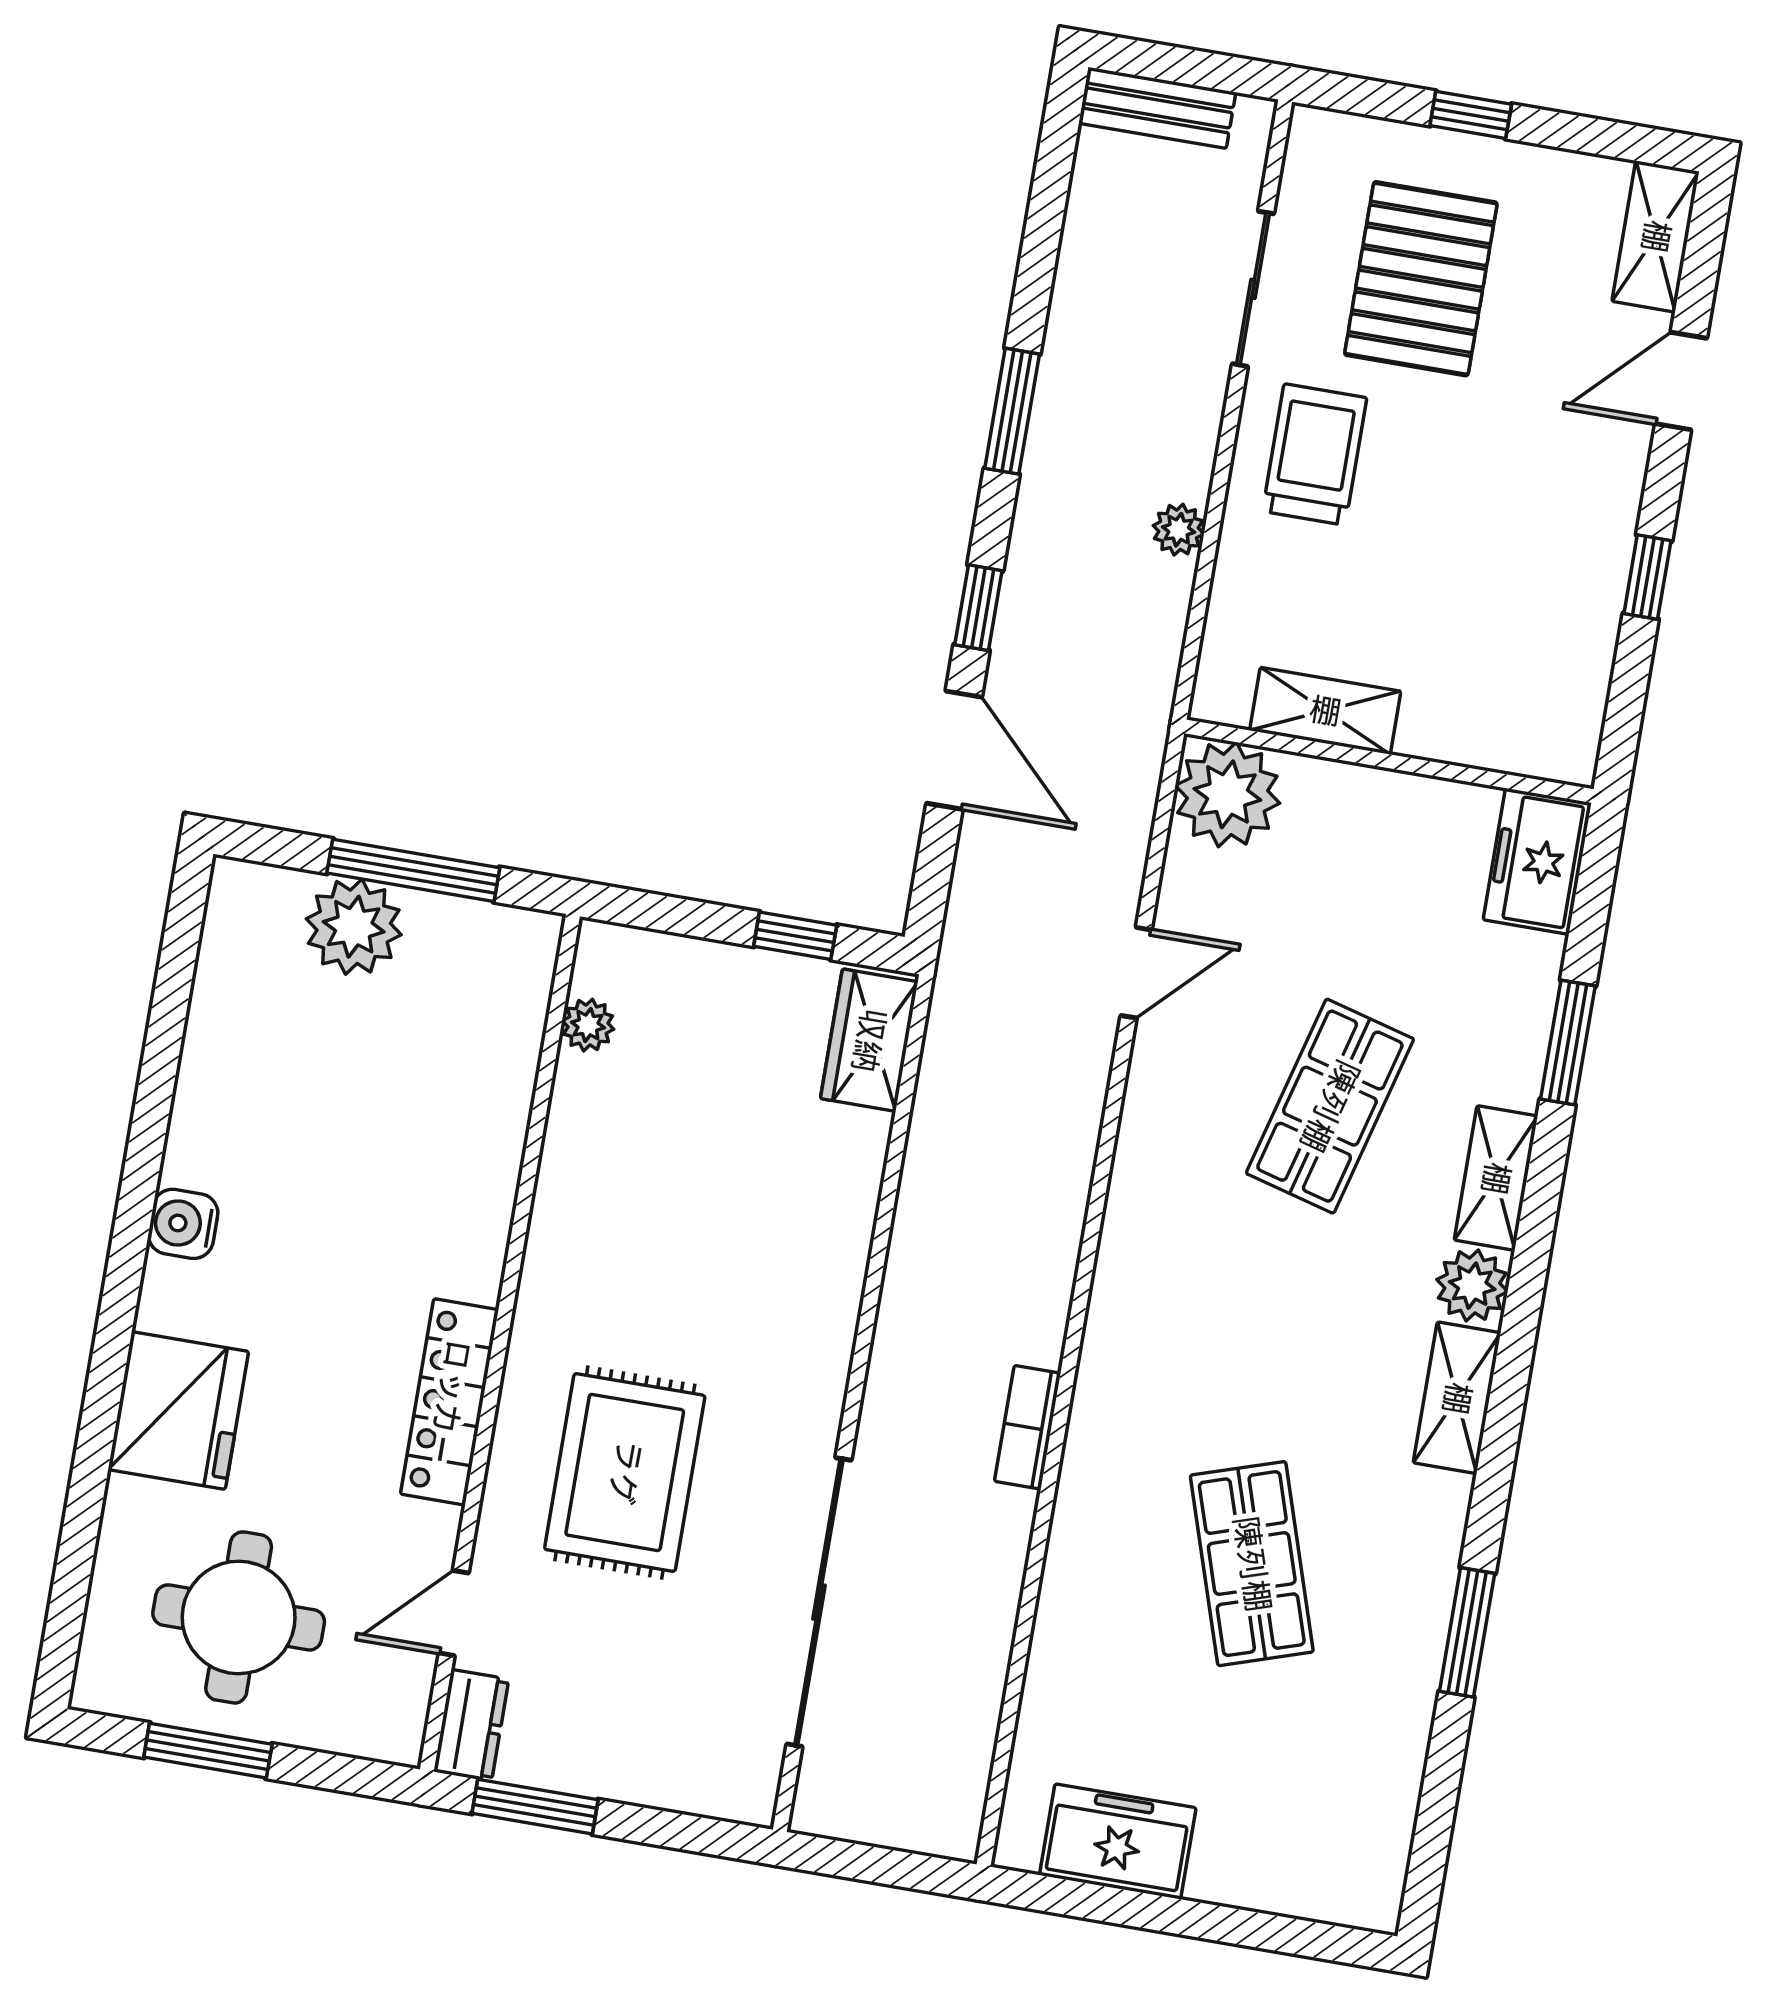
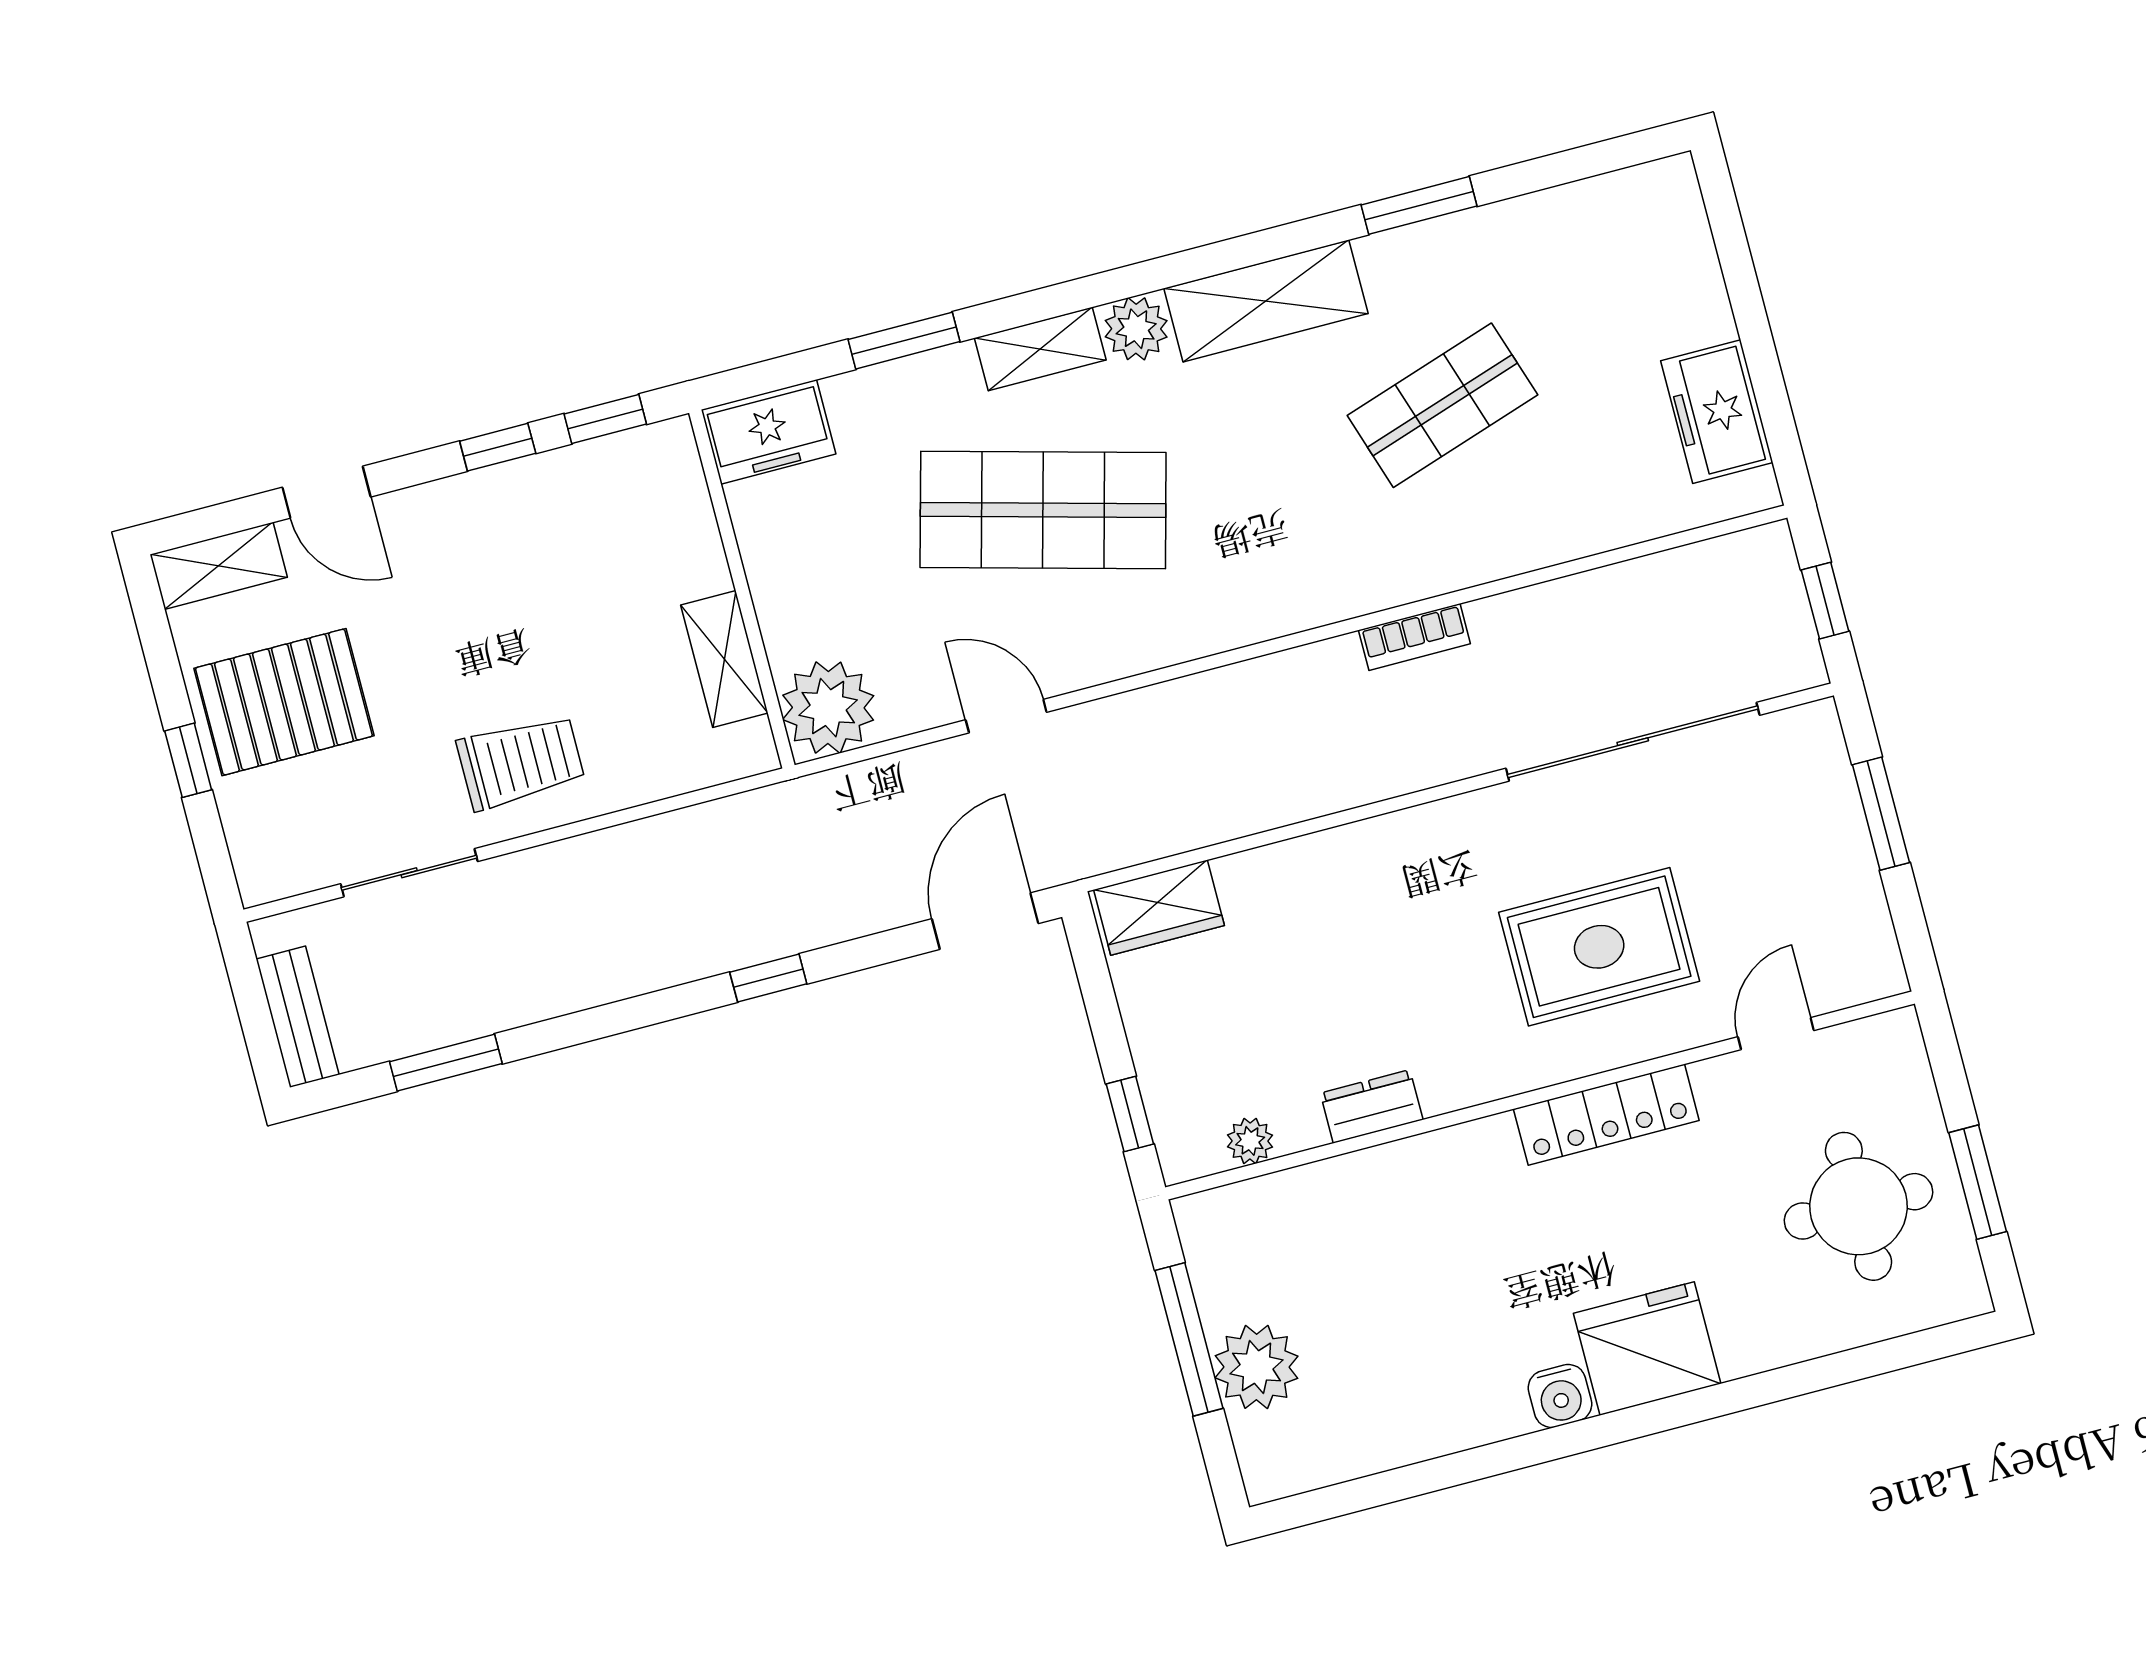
pallet: (1421, 279) -> (284, 702), moved
window: (1012, 411) -> (446, 1063), moved
trolley: (1315, 455) -> (521, 762), turned 180
plant: (1179, 530) -> (632, 844), removed
window: (1626, 700) -> (605, 419), added
door: (954, 750) -> (985, 921), moved
window: (795, 936) -> (1130, 1114), moved
shop shelf: (1330, 1106) -> (1043, 510), width x1.43, depth x1.36
shelving: (1457, 1398) -> (1266, 301), width x1.50, depth x1.33
fridge: (178, 1410) -> (1647, 1348), moved
door: (454, 1613) -> (1776, 1034), swing flipped
dresser: (471, 1725) -> (1372, 1106), moved
window: (535, 1807) -> (1881, 814), moved
window: (874, 1864) -> (1825, 601), added

